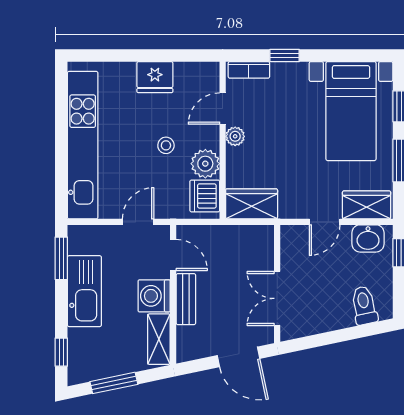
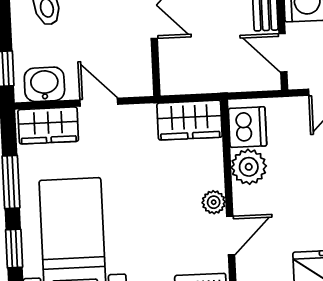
stool: (166, 145) -> (298, 187), removed
door: (325, 222) -> (99, 102), hinge flipped

